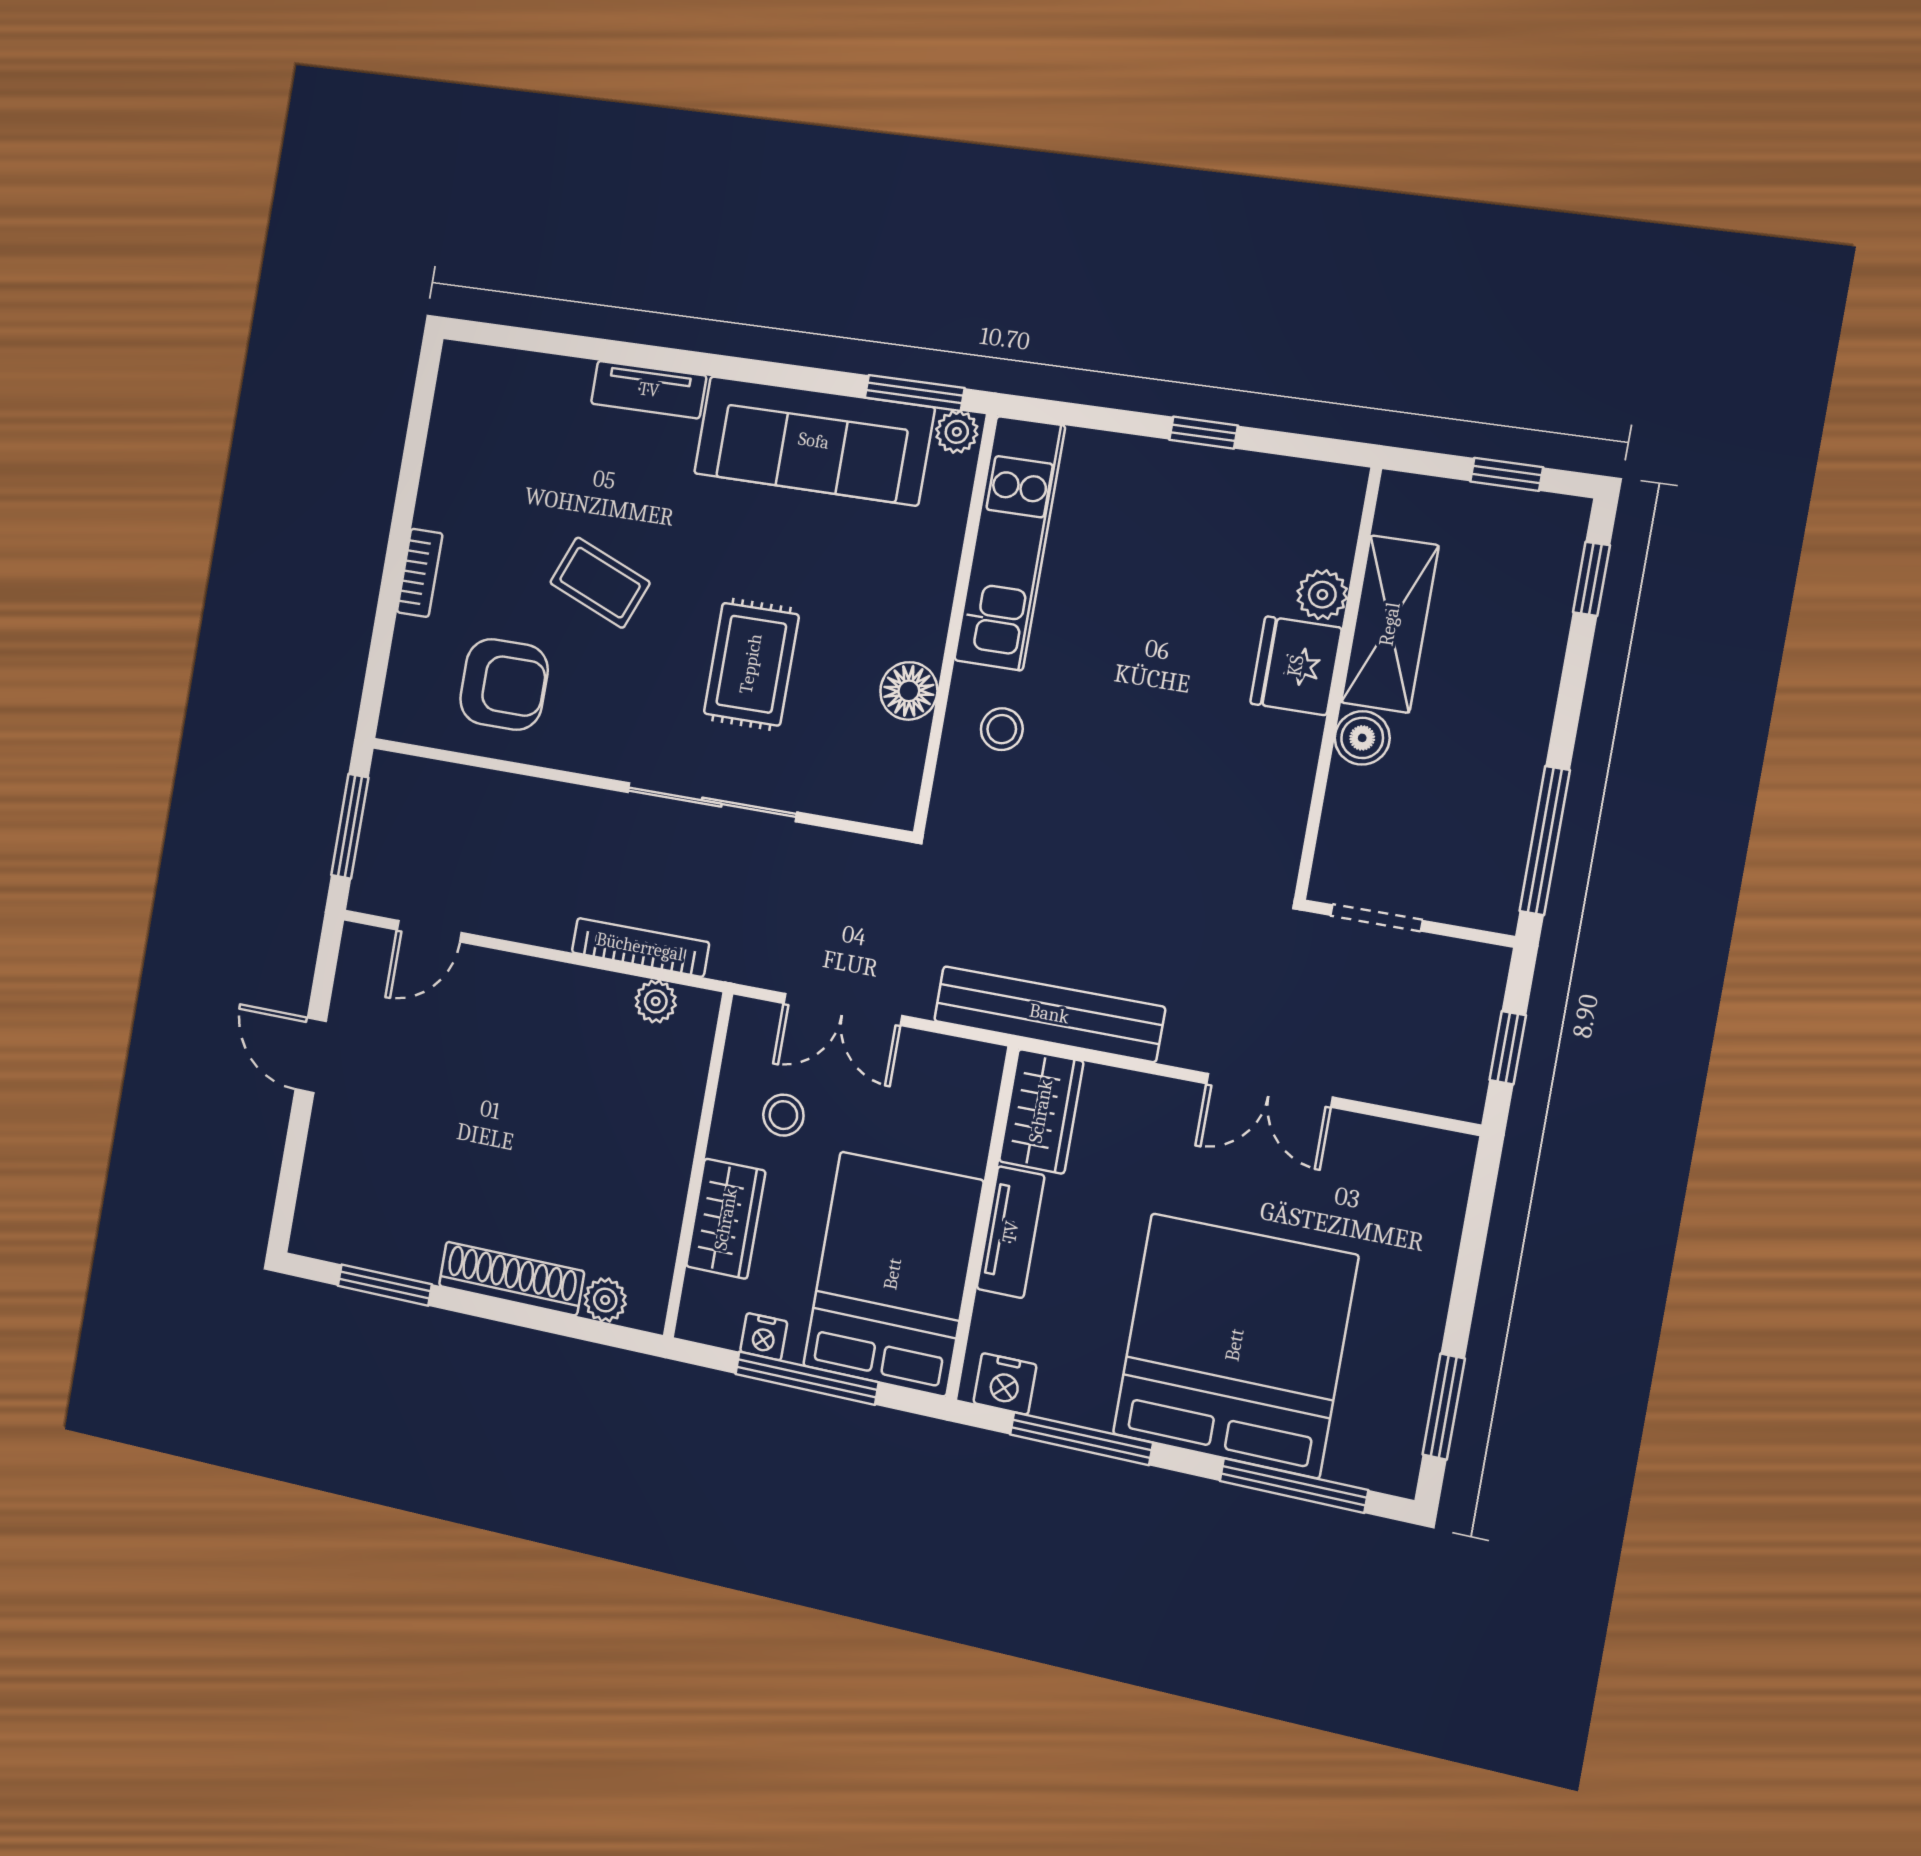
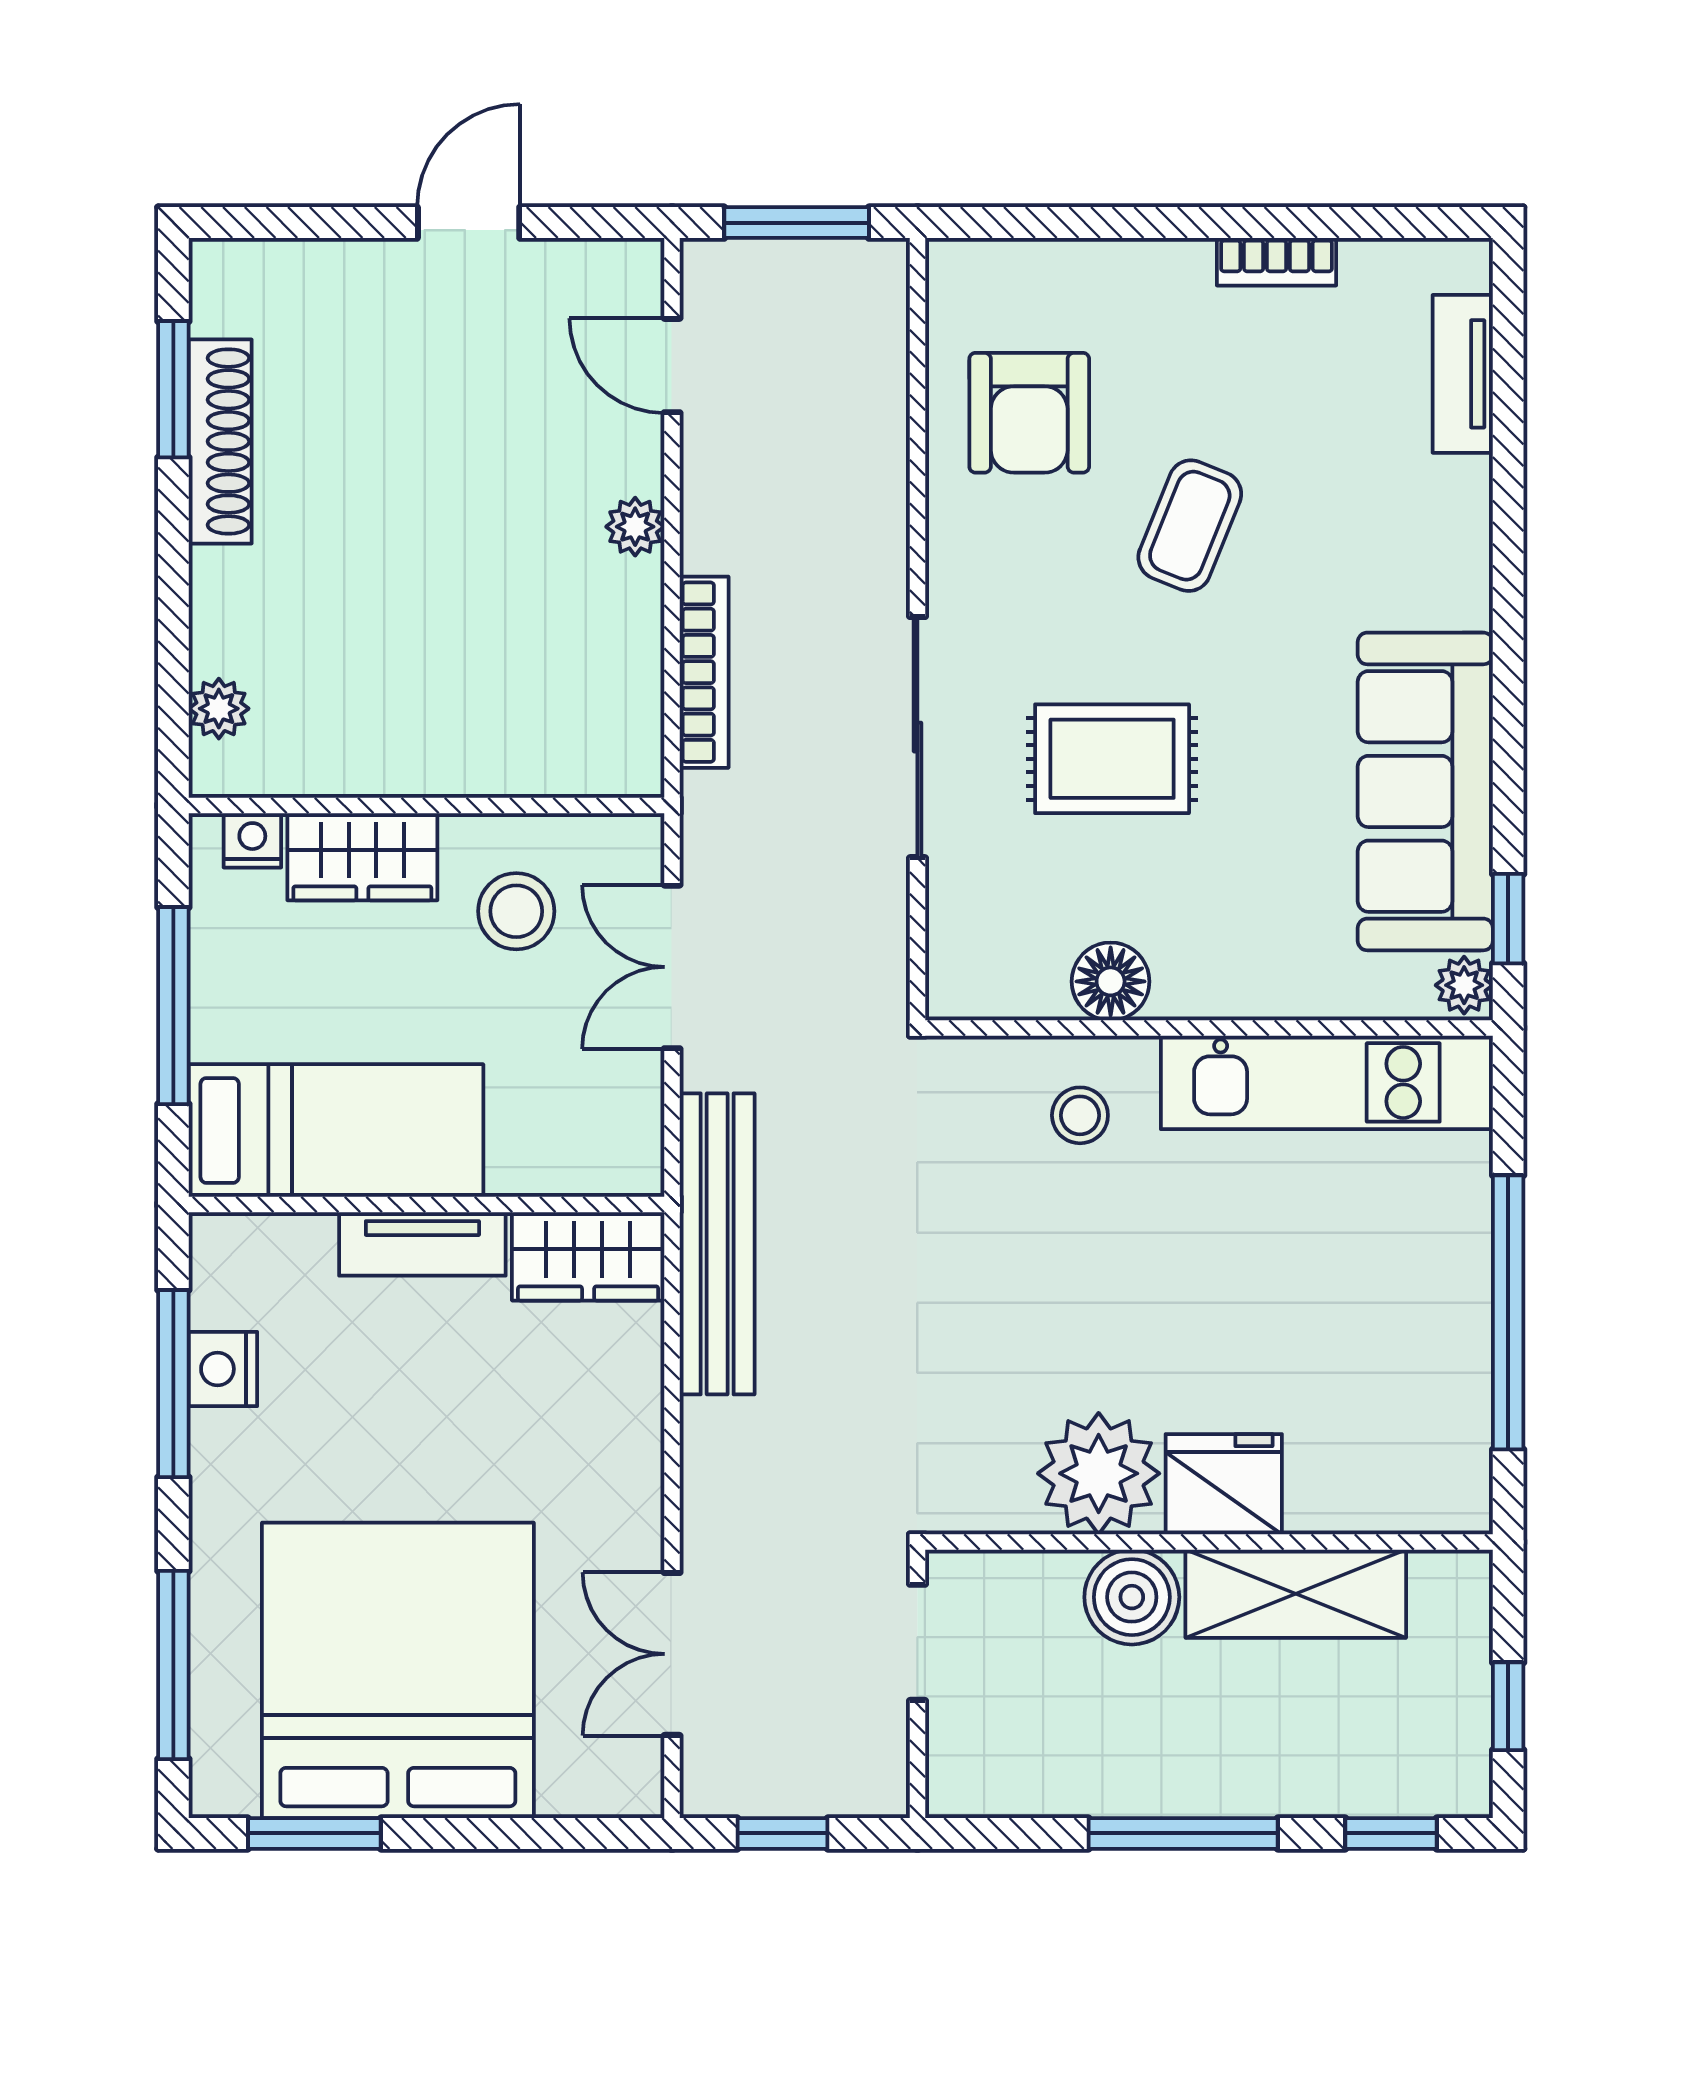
tv unit: (649, 390) -> (1463, 374), moved
window: (915, 393) -> (1508, 919), width x0.67
window: (1203, 433) -> (1508, 1312), width x3.17
bookcase: (420, 573) -> (1277, 262), moved
plant: (1322, 595) -> (1099, 1473), moved, width x1.87, depth x1.87
boiler: (1362, 738) -> (1132, 1597), width x1.36, depth x1.36
window: (1545, 841) -> (1183, 1833), moved
plant: (656, 1001) -> (635, 527), moved
double door: (1269, 1090) -> (672, 1654), moved
stool: (783, 1115) -> (516, 911), width x1.37, depth x1.37
bed: (893, 1274) -> (336, 1130), width x0.67
shoe rack: (511, 1278) -> (220, 441), moved
nightstand: (764, 1337) -> (252, 840), moved, turned 90
bed: (1235, 1345) -> (398, 1670), moved, turned -90
nightstand: (1005, 1384) -> (223, 1369), moved

